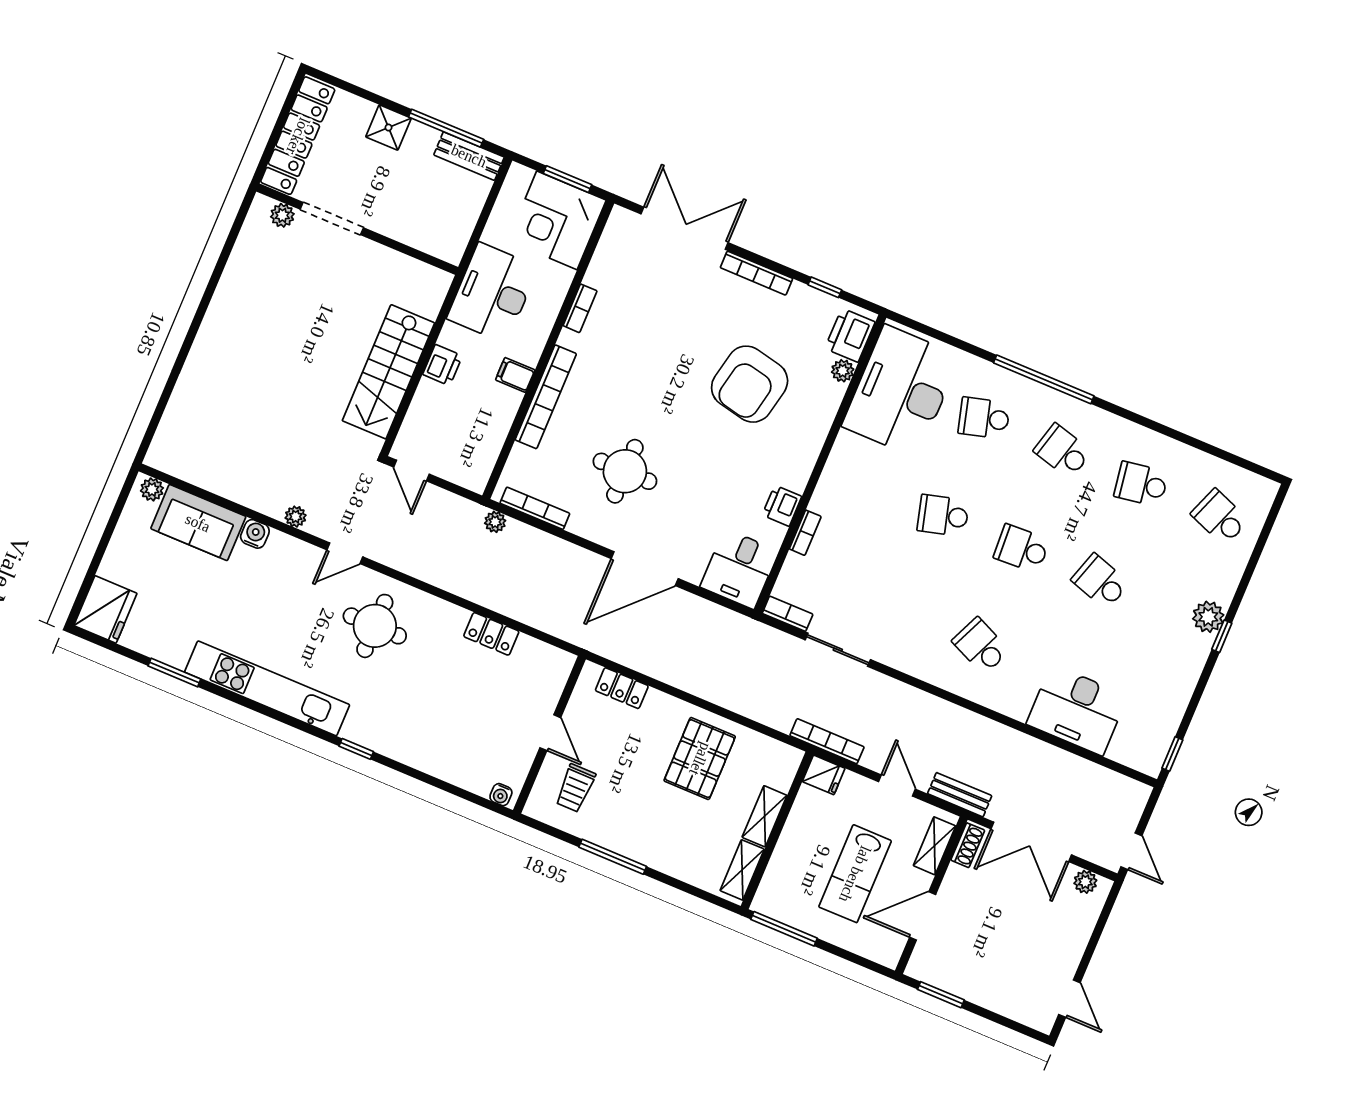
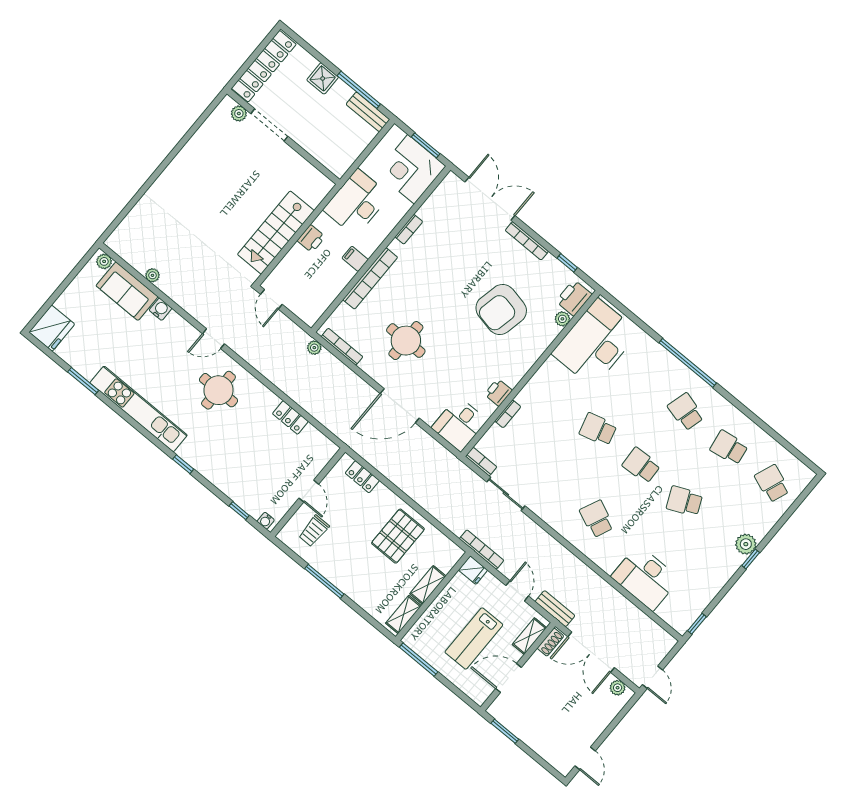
school desk: (984, 418) -> (643, 376), removed
plant: (296, 517) -> (152, 275), moved
school desk: (1100, 582) -> (684, 501), turned -42
window: (458, 792) -> (239, 511), added

